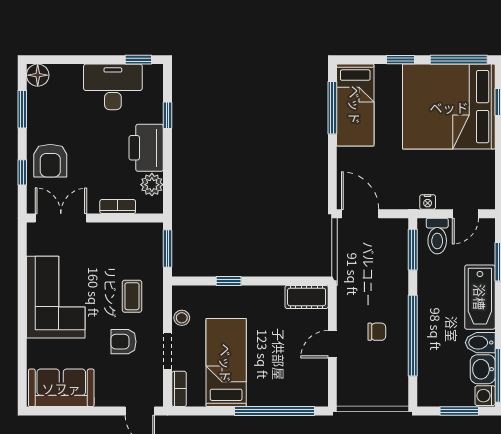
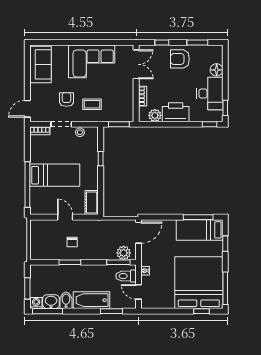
window: (400, 60) -> (225, 244), moved
floor lamp: (38, 75) -> (217, 70), moved
window: (168, 115) -> (209, 124), moved
armchair: (50, 161) -> (180, 59), moved
plant: (396, 240) -> (124, 253), added
window: (413, 336) -> (70, 262), width x0.47
bed: (226, 363) -> (55, 175), moved

